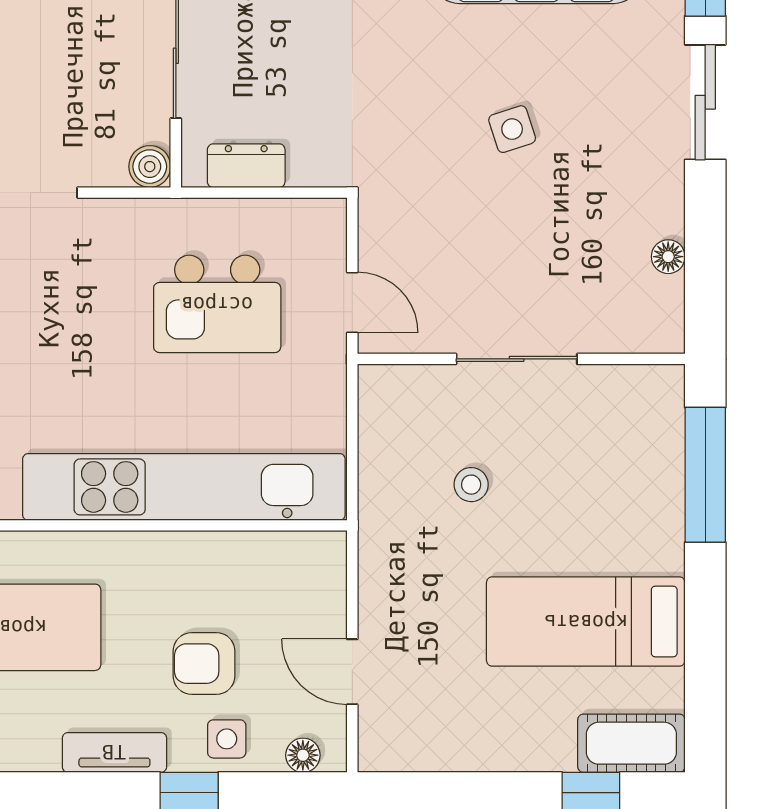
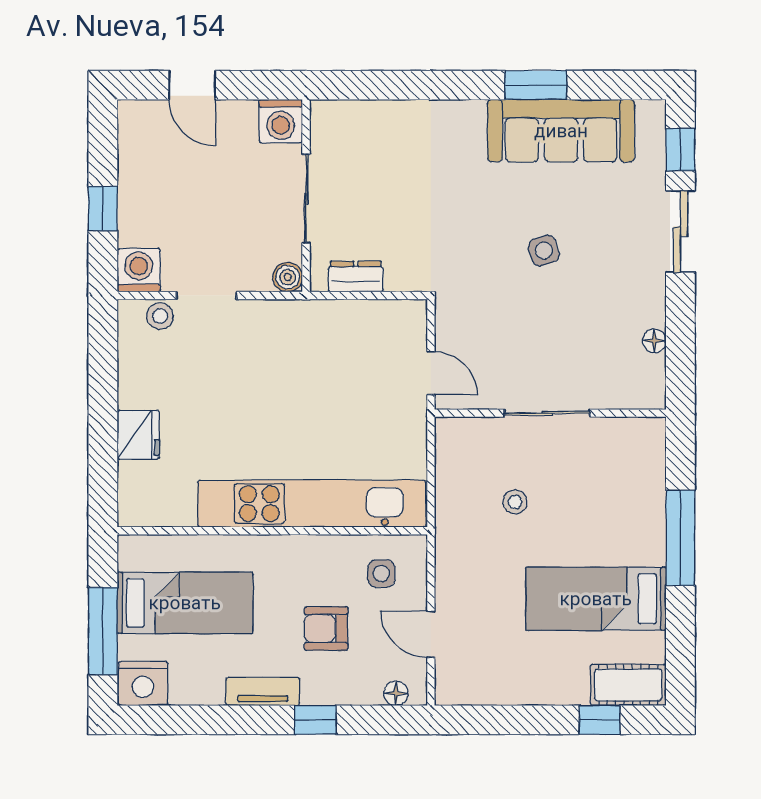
kitchen island: (217, 304) -> (335, 374), removed
window: (705, 475) -> (680, 538), moved
side table: (227, 739) -> (381, 574), moved

